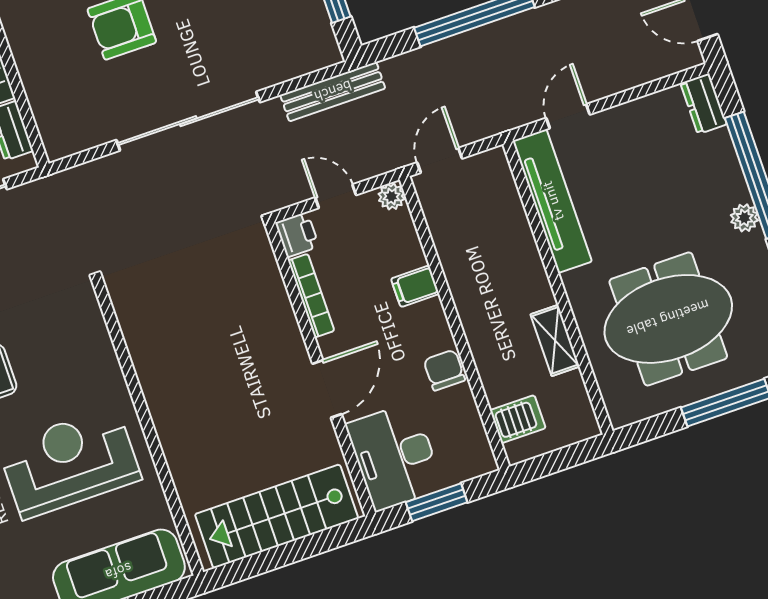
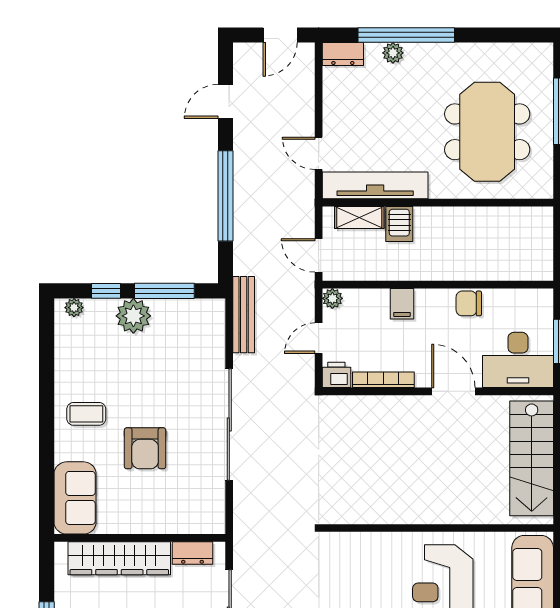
plant: (744, 218) -> (393, 53), moved
shelving: (555, 340) -> (359, 217), moved
server rack: (518, 419) -> (399, 224), moved, turned 180

